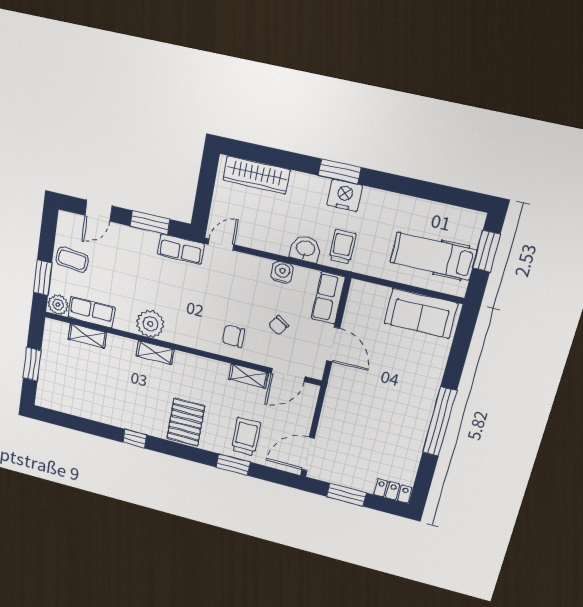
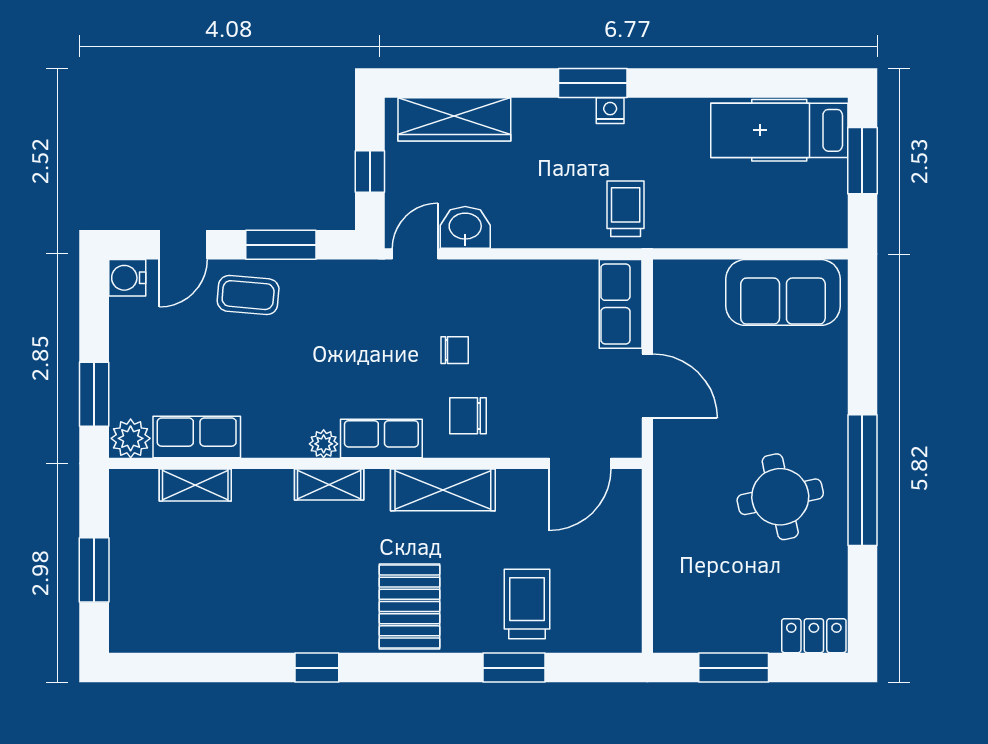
window: (204, 194) -> (370, 171), added
nightstand: (345, 195) -> (610, 111), width x0.53, depth x0.56
row of seats: (181, 249) -> (381, 438), moved, turned 180
washbasin: (305, 249) -> (465, 227), moved
hospital bed: (433, 256) -> (779, 130), moved
coffee table: (72, 260) -> (248, 295), moved
water cooler: (282, 272) -> (127, 278), moved, turned -90
plant: (150, 324) -> (324, 444), width x0.53, depth x0.53
chair: (278, 325) -> (455, 350), moved, turned -123
shelving: (248, 376) -> (443, 490), moved, width x1.50, depth x1.33
round table: (392, 419) -> (780, 497), added
door: (308, 454) -> (647, 606), removed

